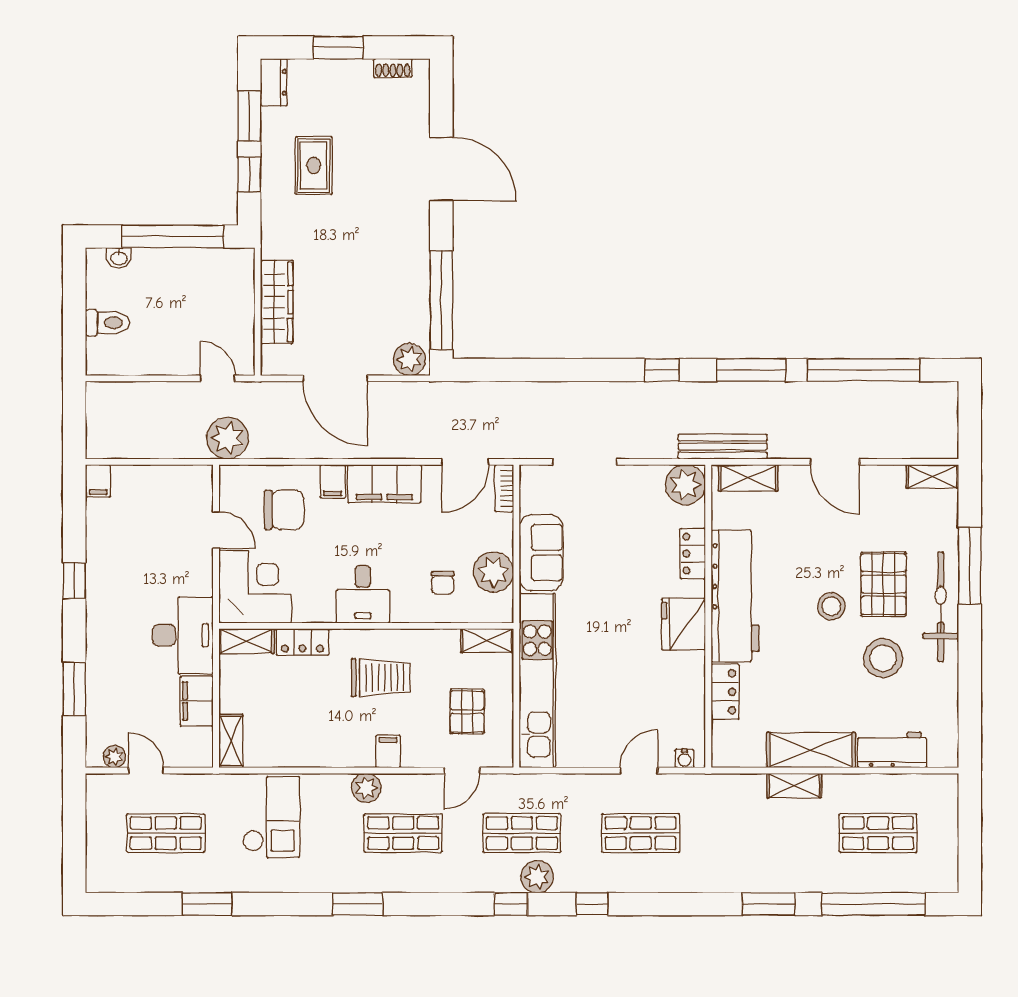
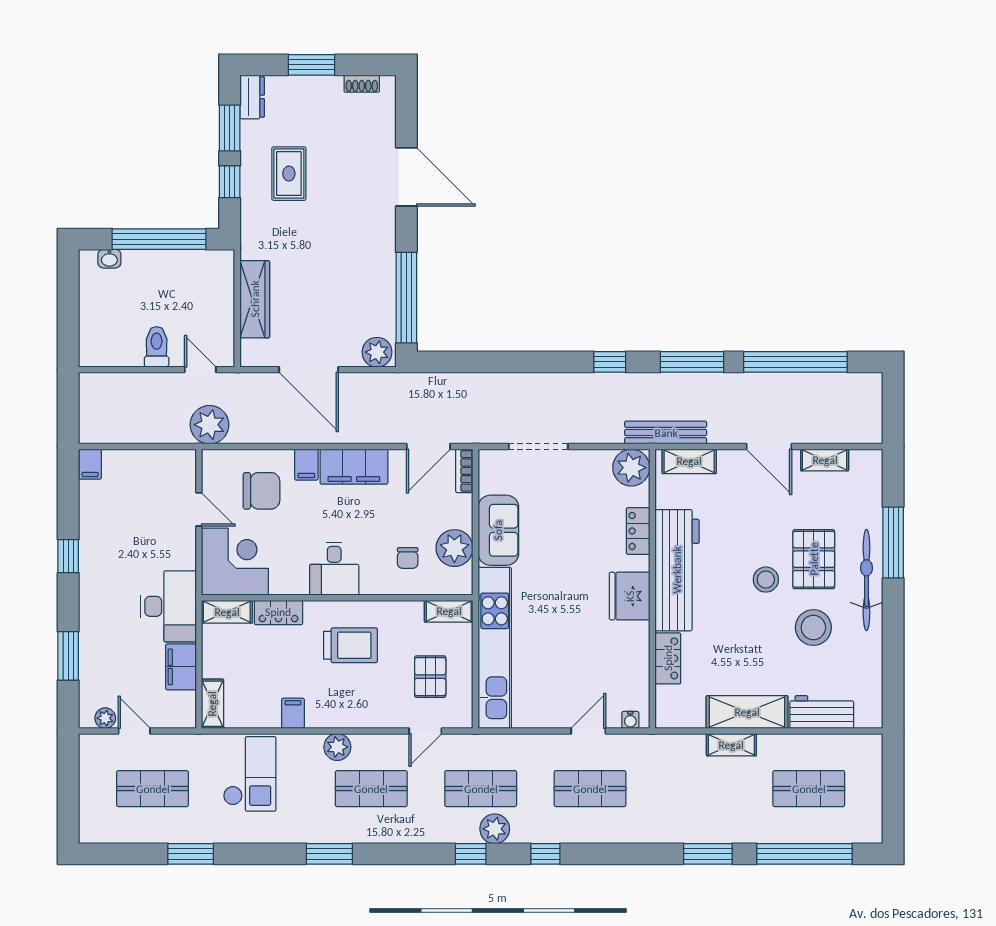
toilet: (107, 323) -> (157, 347), moved, turned -90
shelving: (932, 476) -> (825, 460), moved
filing cabinet: (388, 751) -> (293, 713), moved

